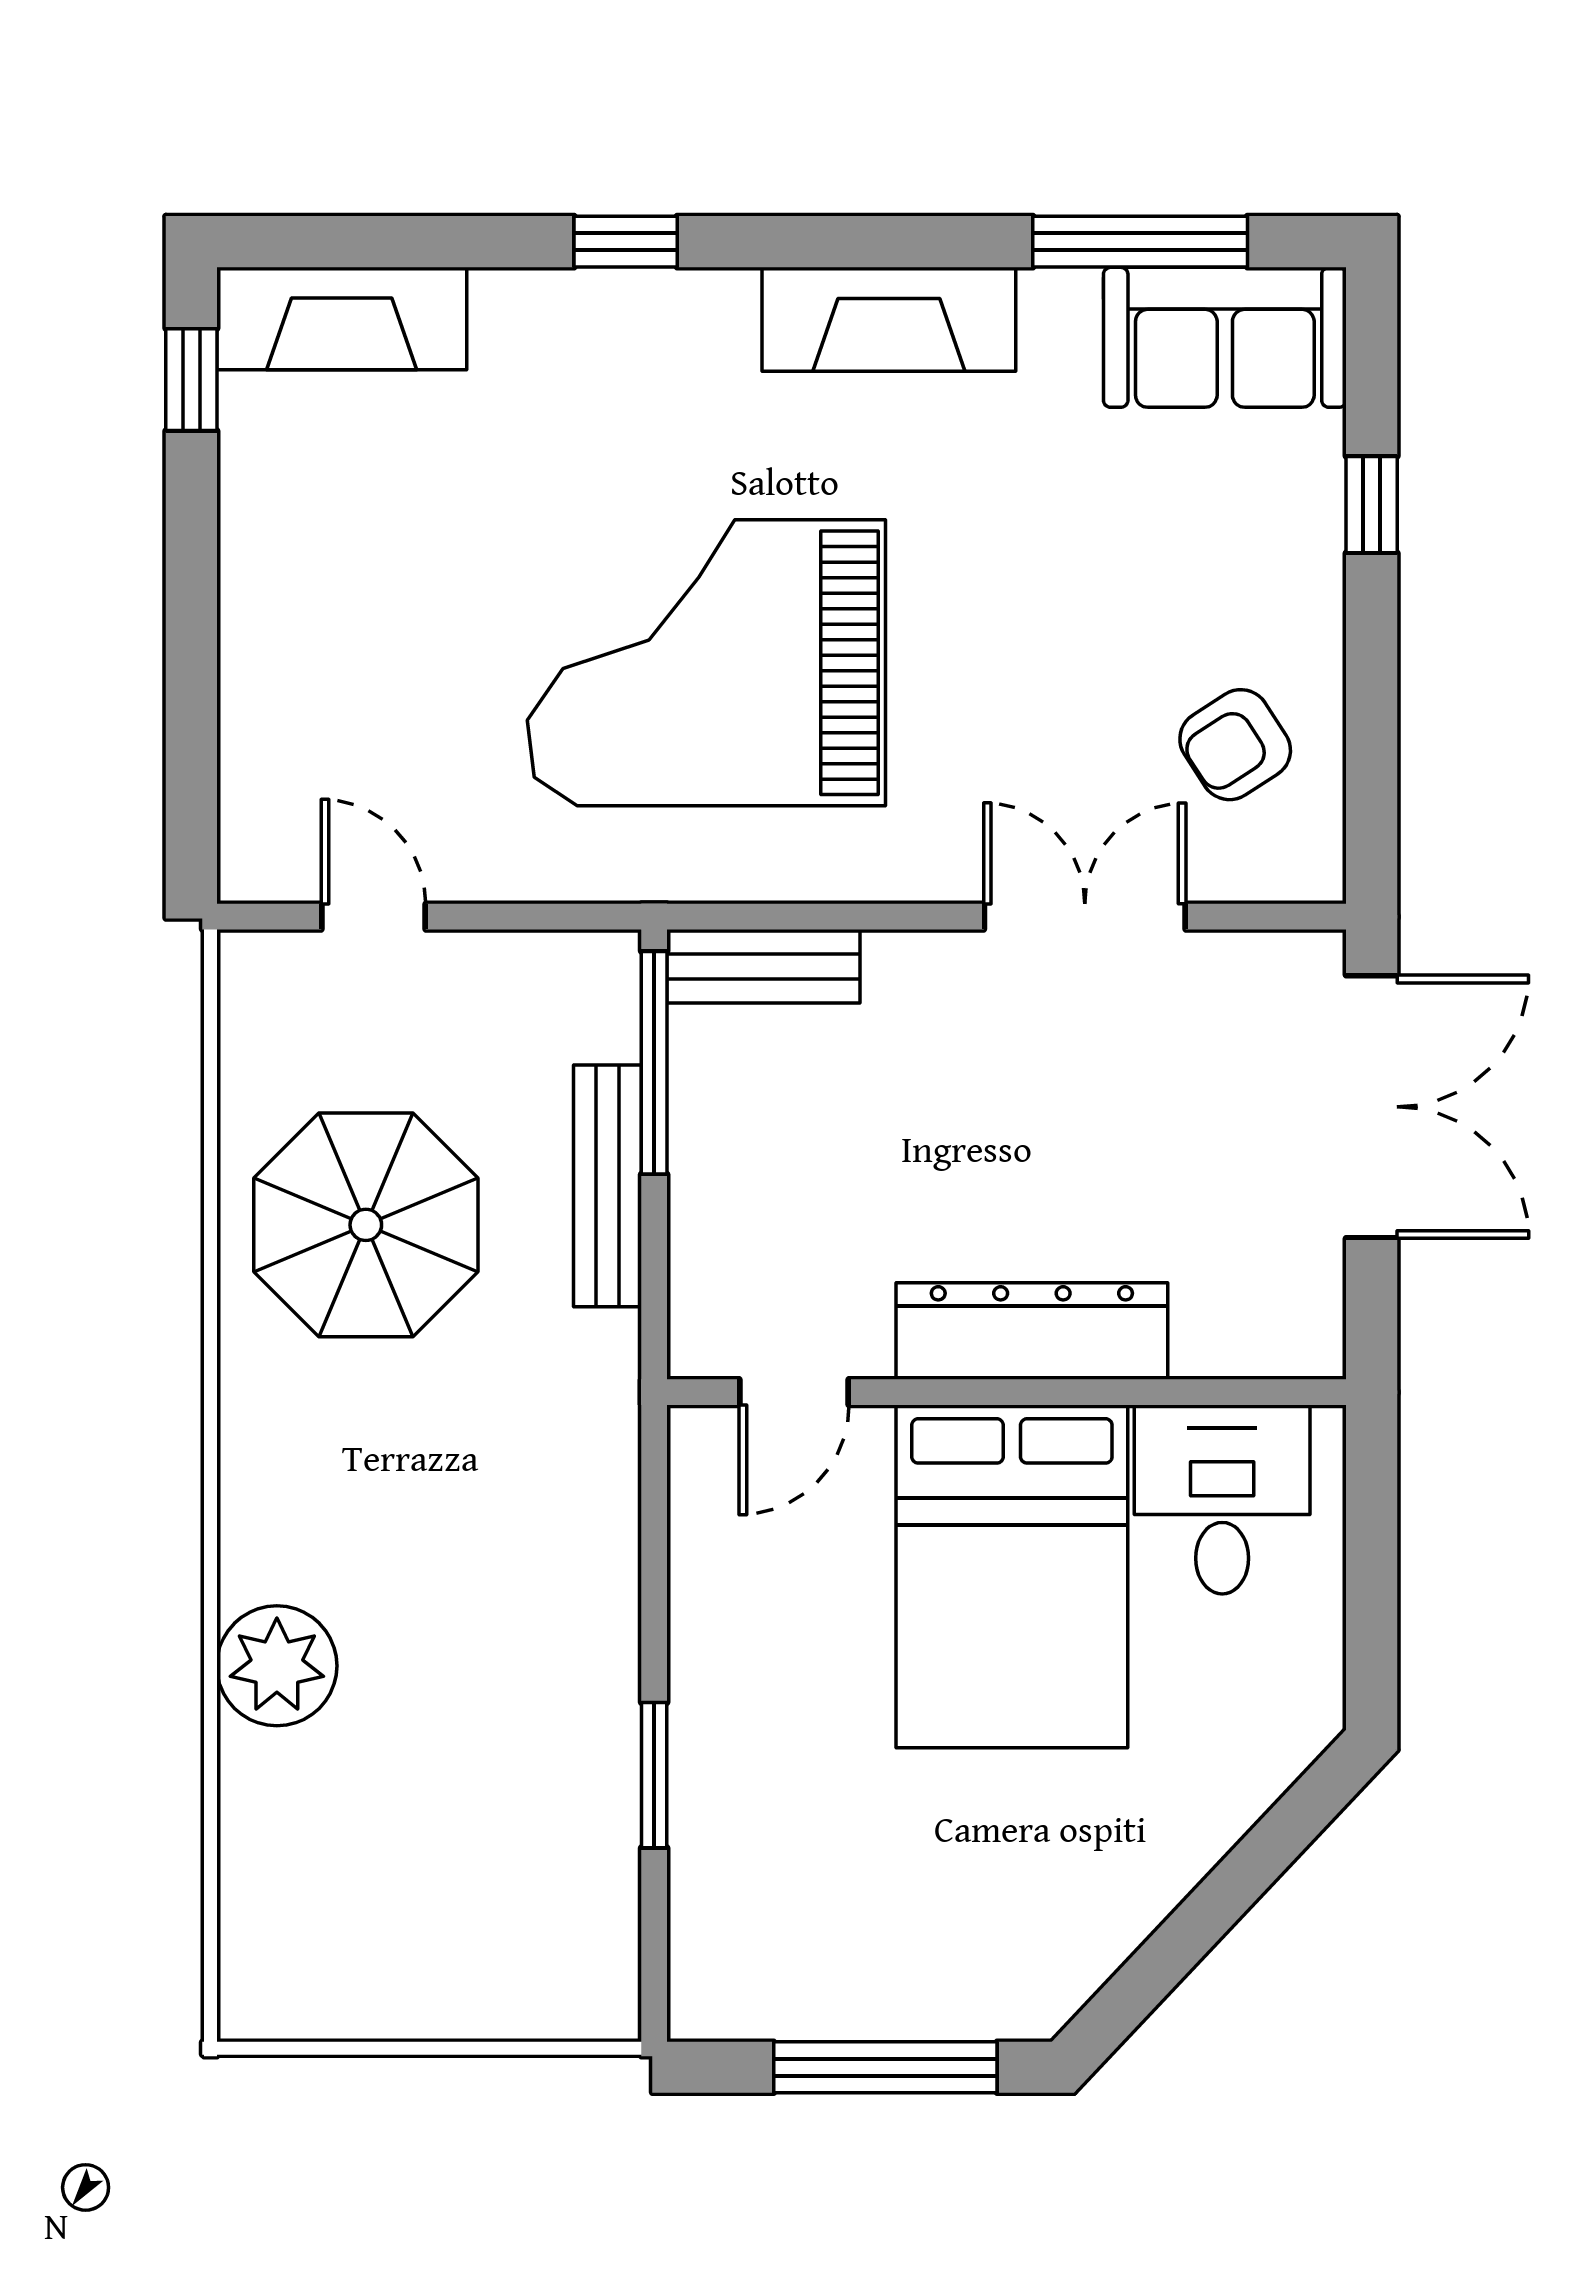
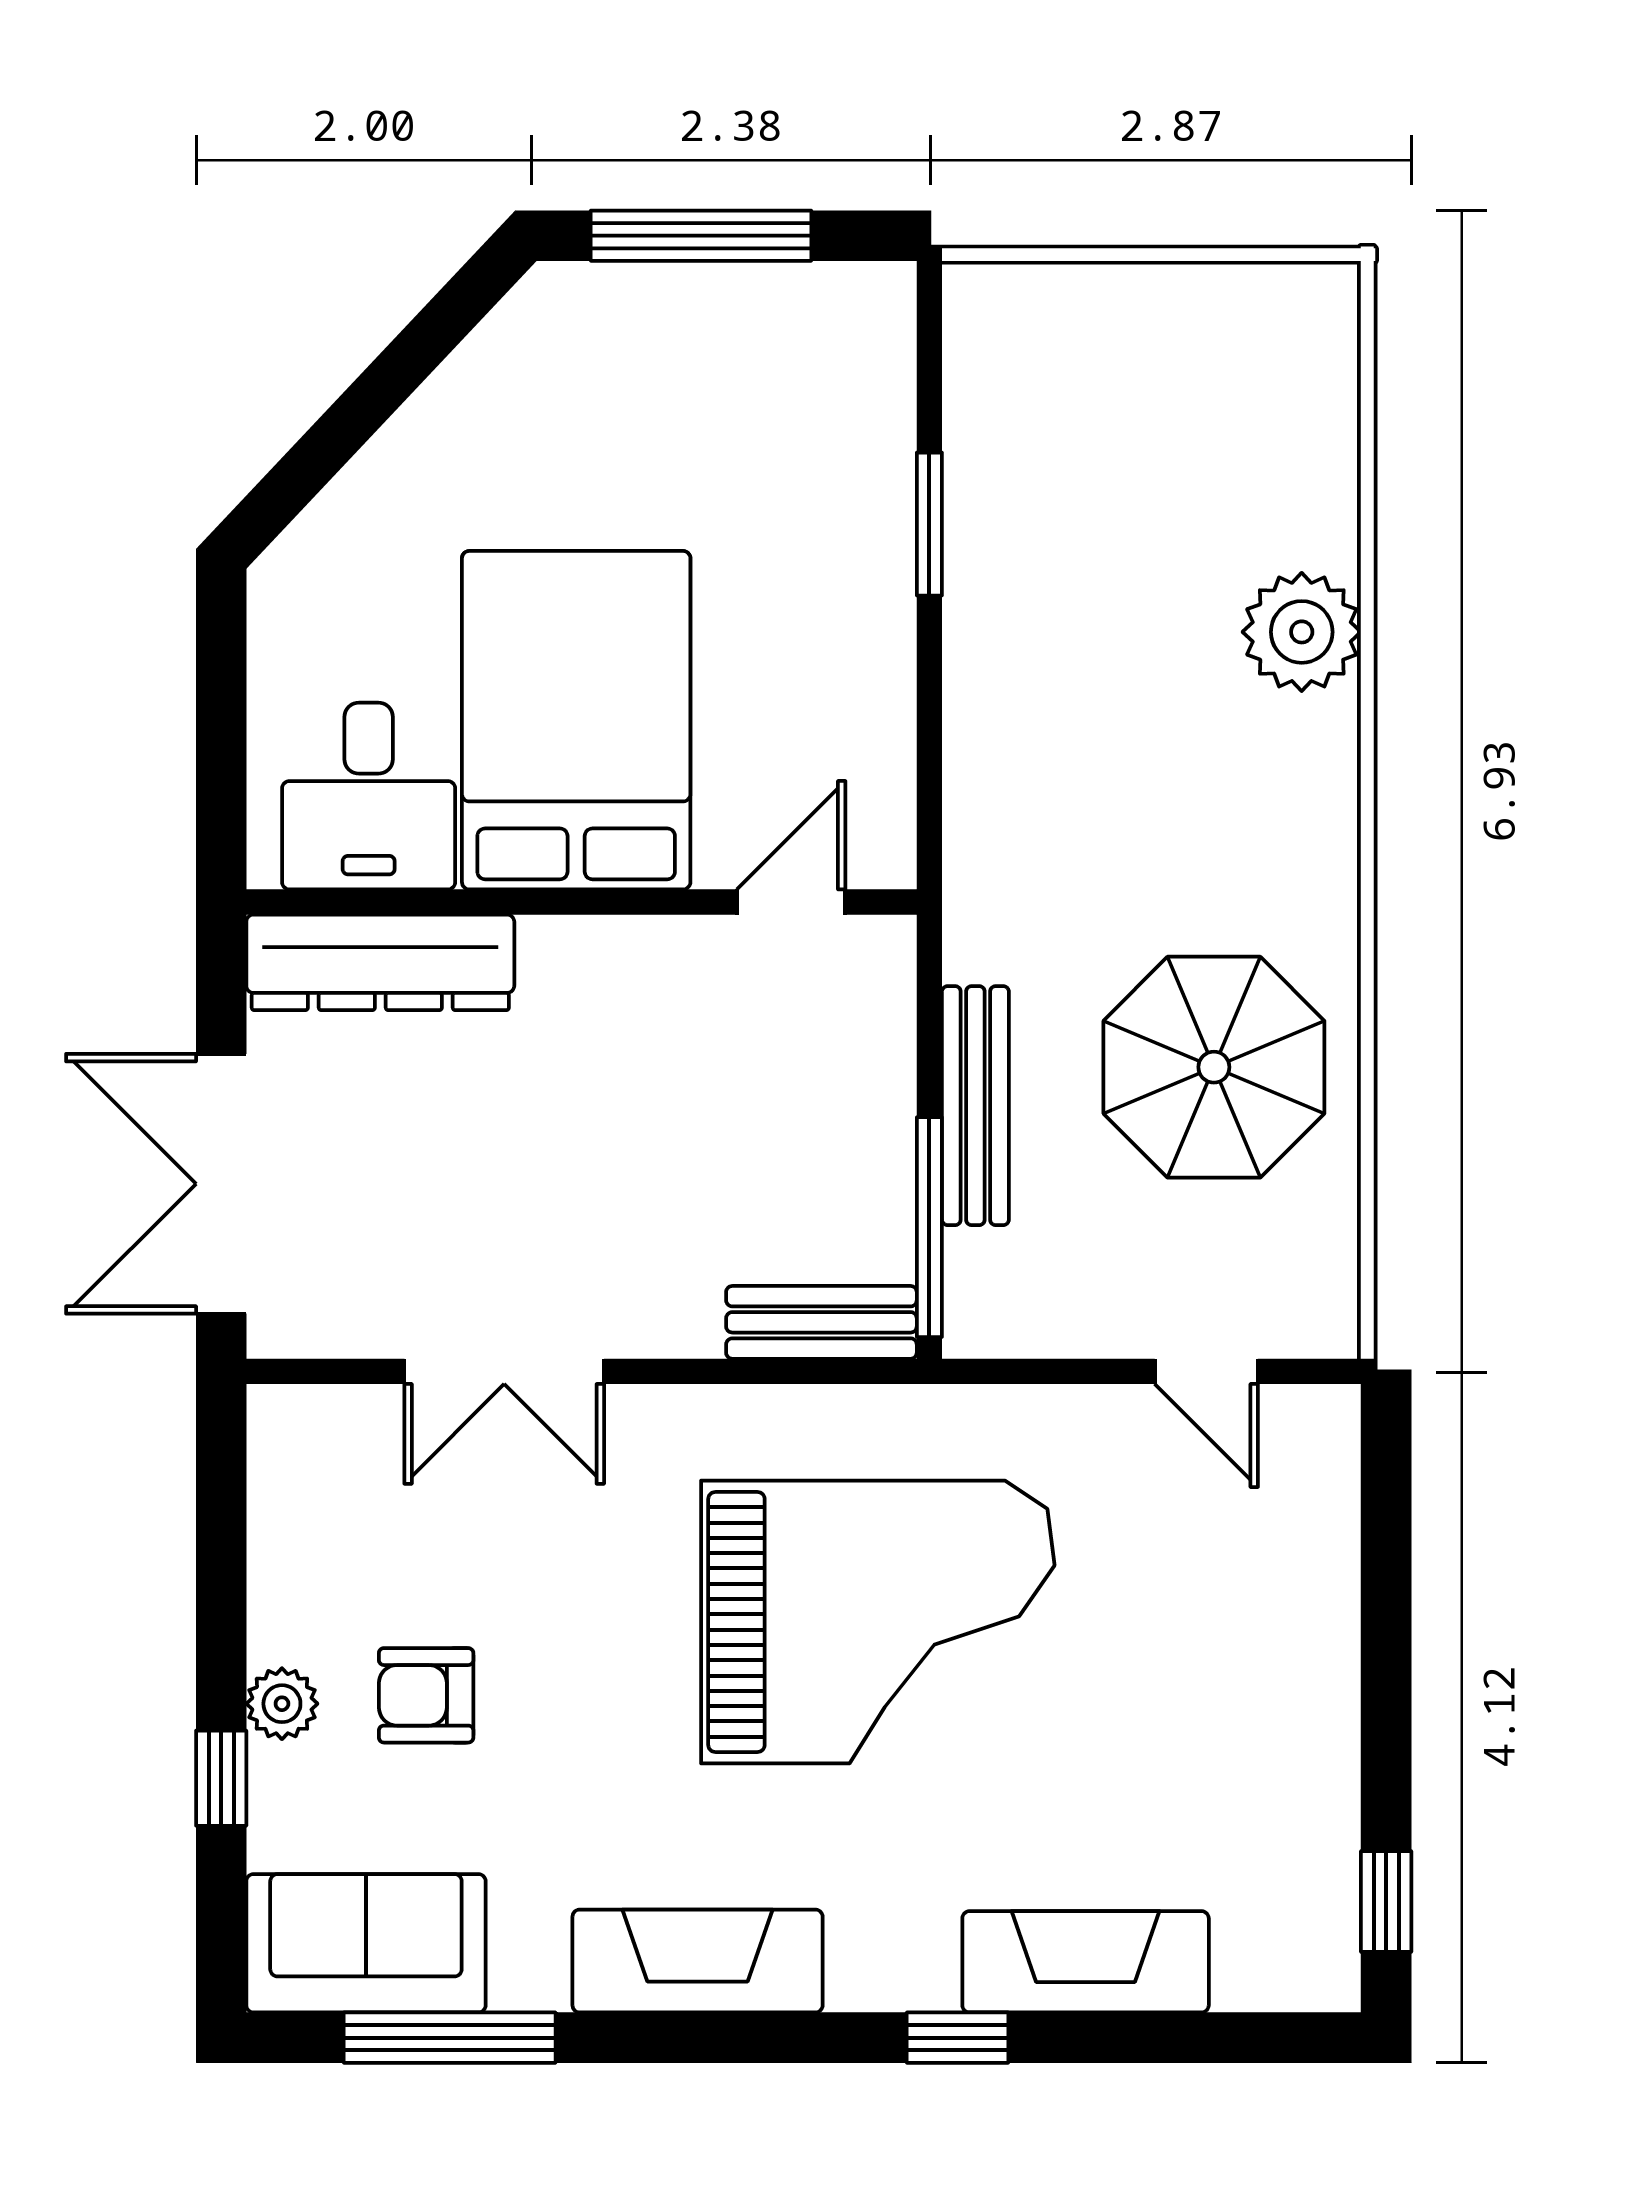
fireplace: (342, 319) -> (1086, 1962), moved
plant: (1310, 580) -> (282, 1704), added
armchair: (1235, 745) -> (426, 1695), moved, turned -147
dresser: (1032, 1331) -> (380, 962), moved

